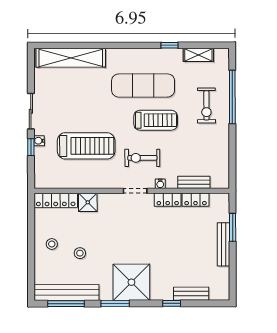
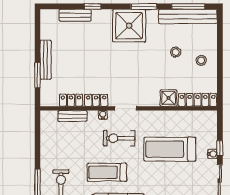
exercise bike: (142, 158) -> (119, 138), turned 180

